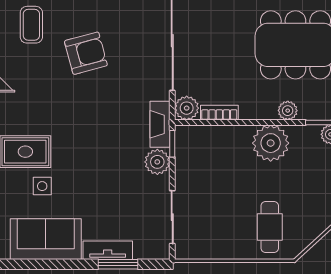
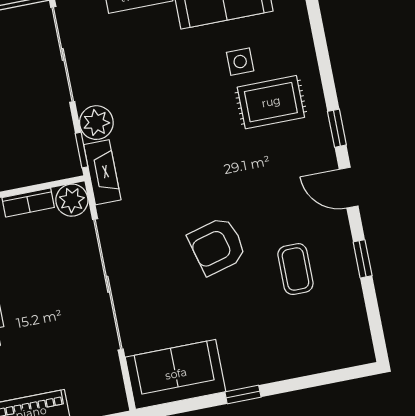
sliding door: (172, 217) -> (63, 54), width x1.37

